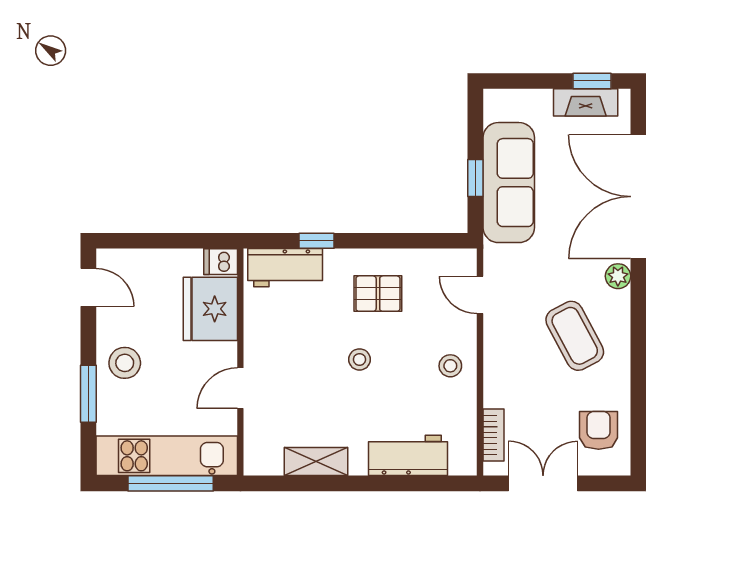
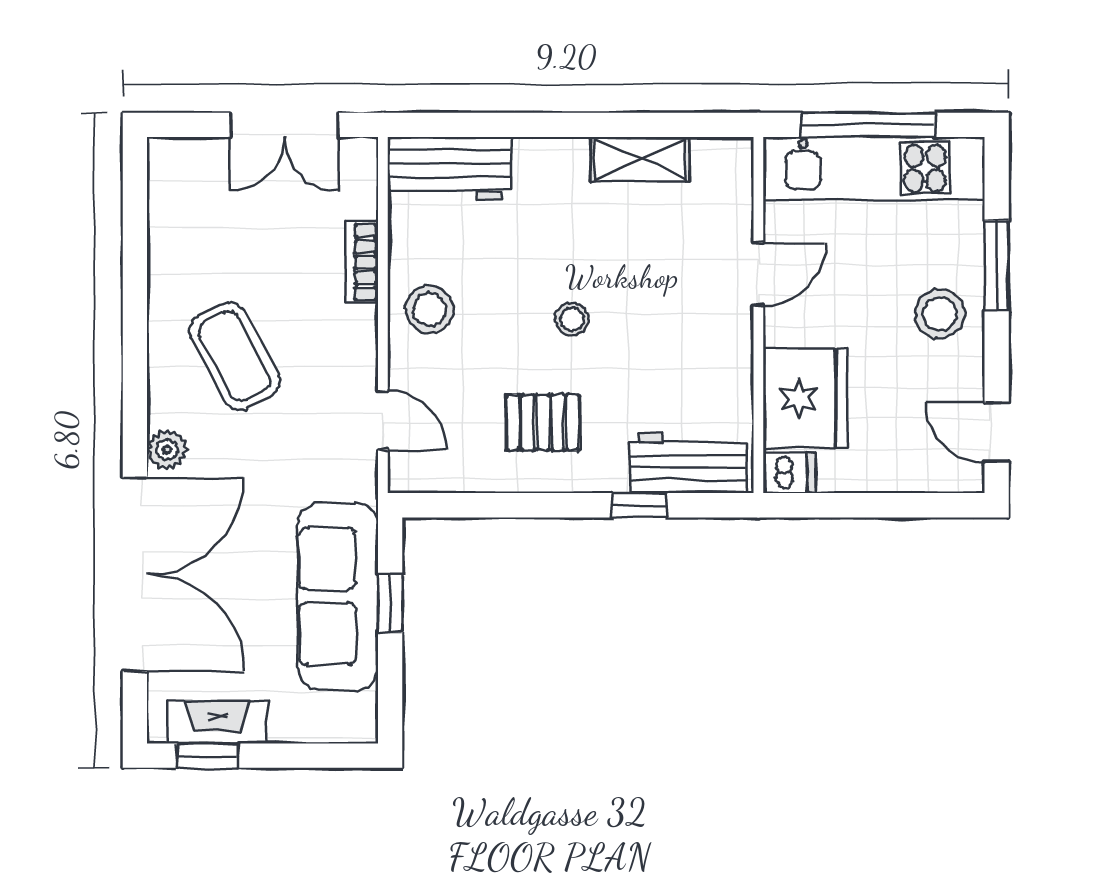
stool: (450, 366) -> (429, 309), width x1.37, depth x1.37
armchair: (599, 430) -> (197, 208), removed
bookcase: (494, 435) -> (362, 262), moved
workbench: (408, 455) -> (449, 169), moved

